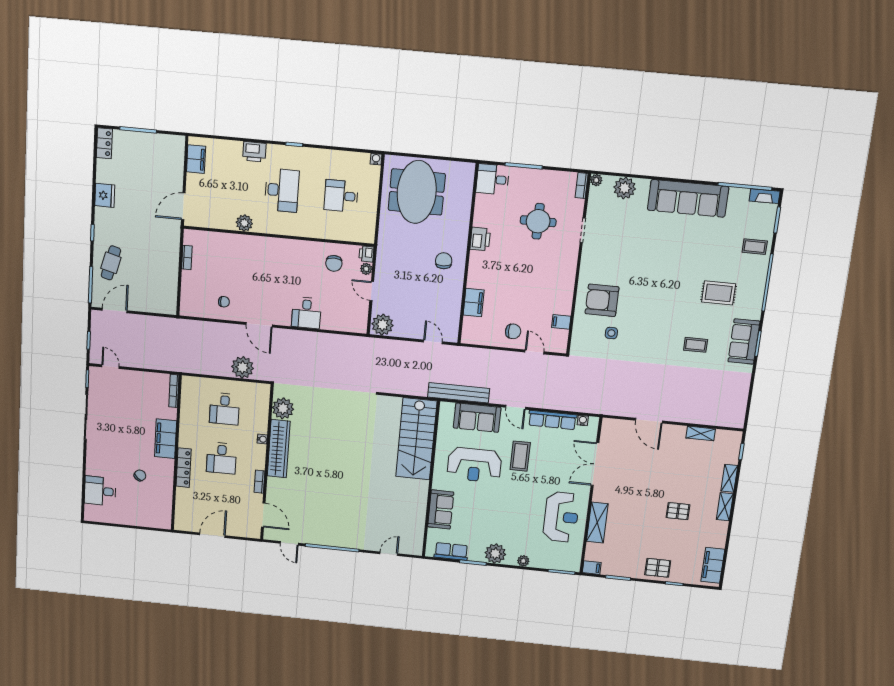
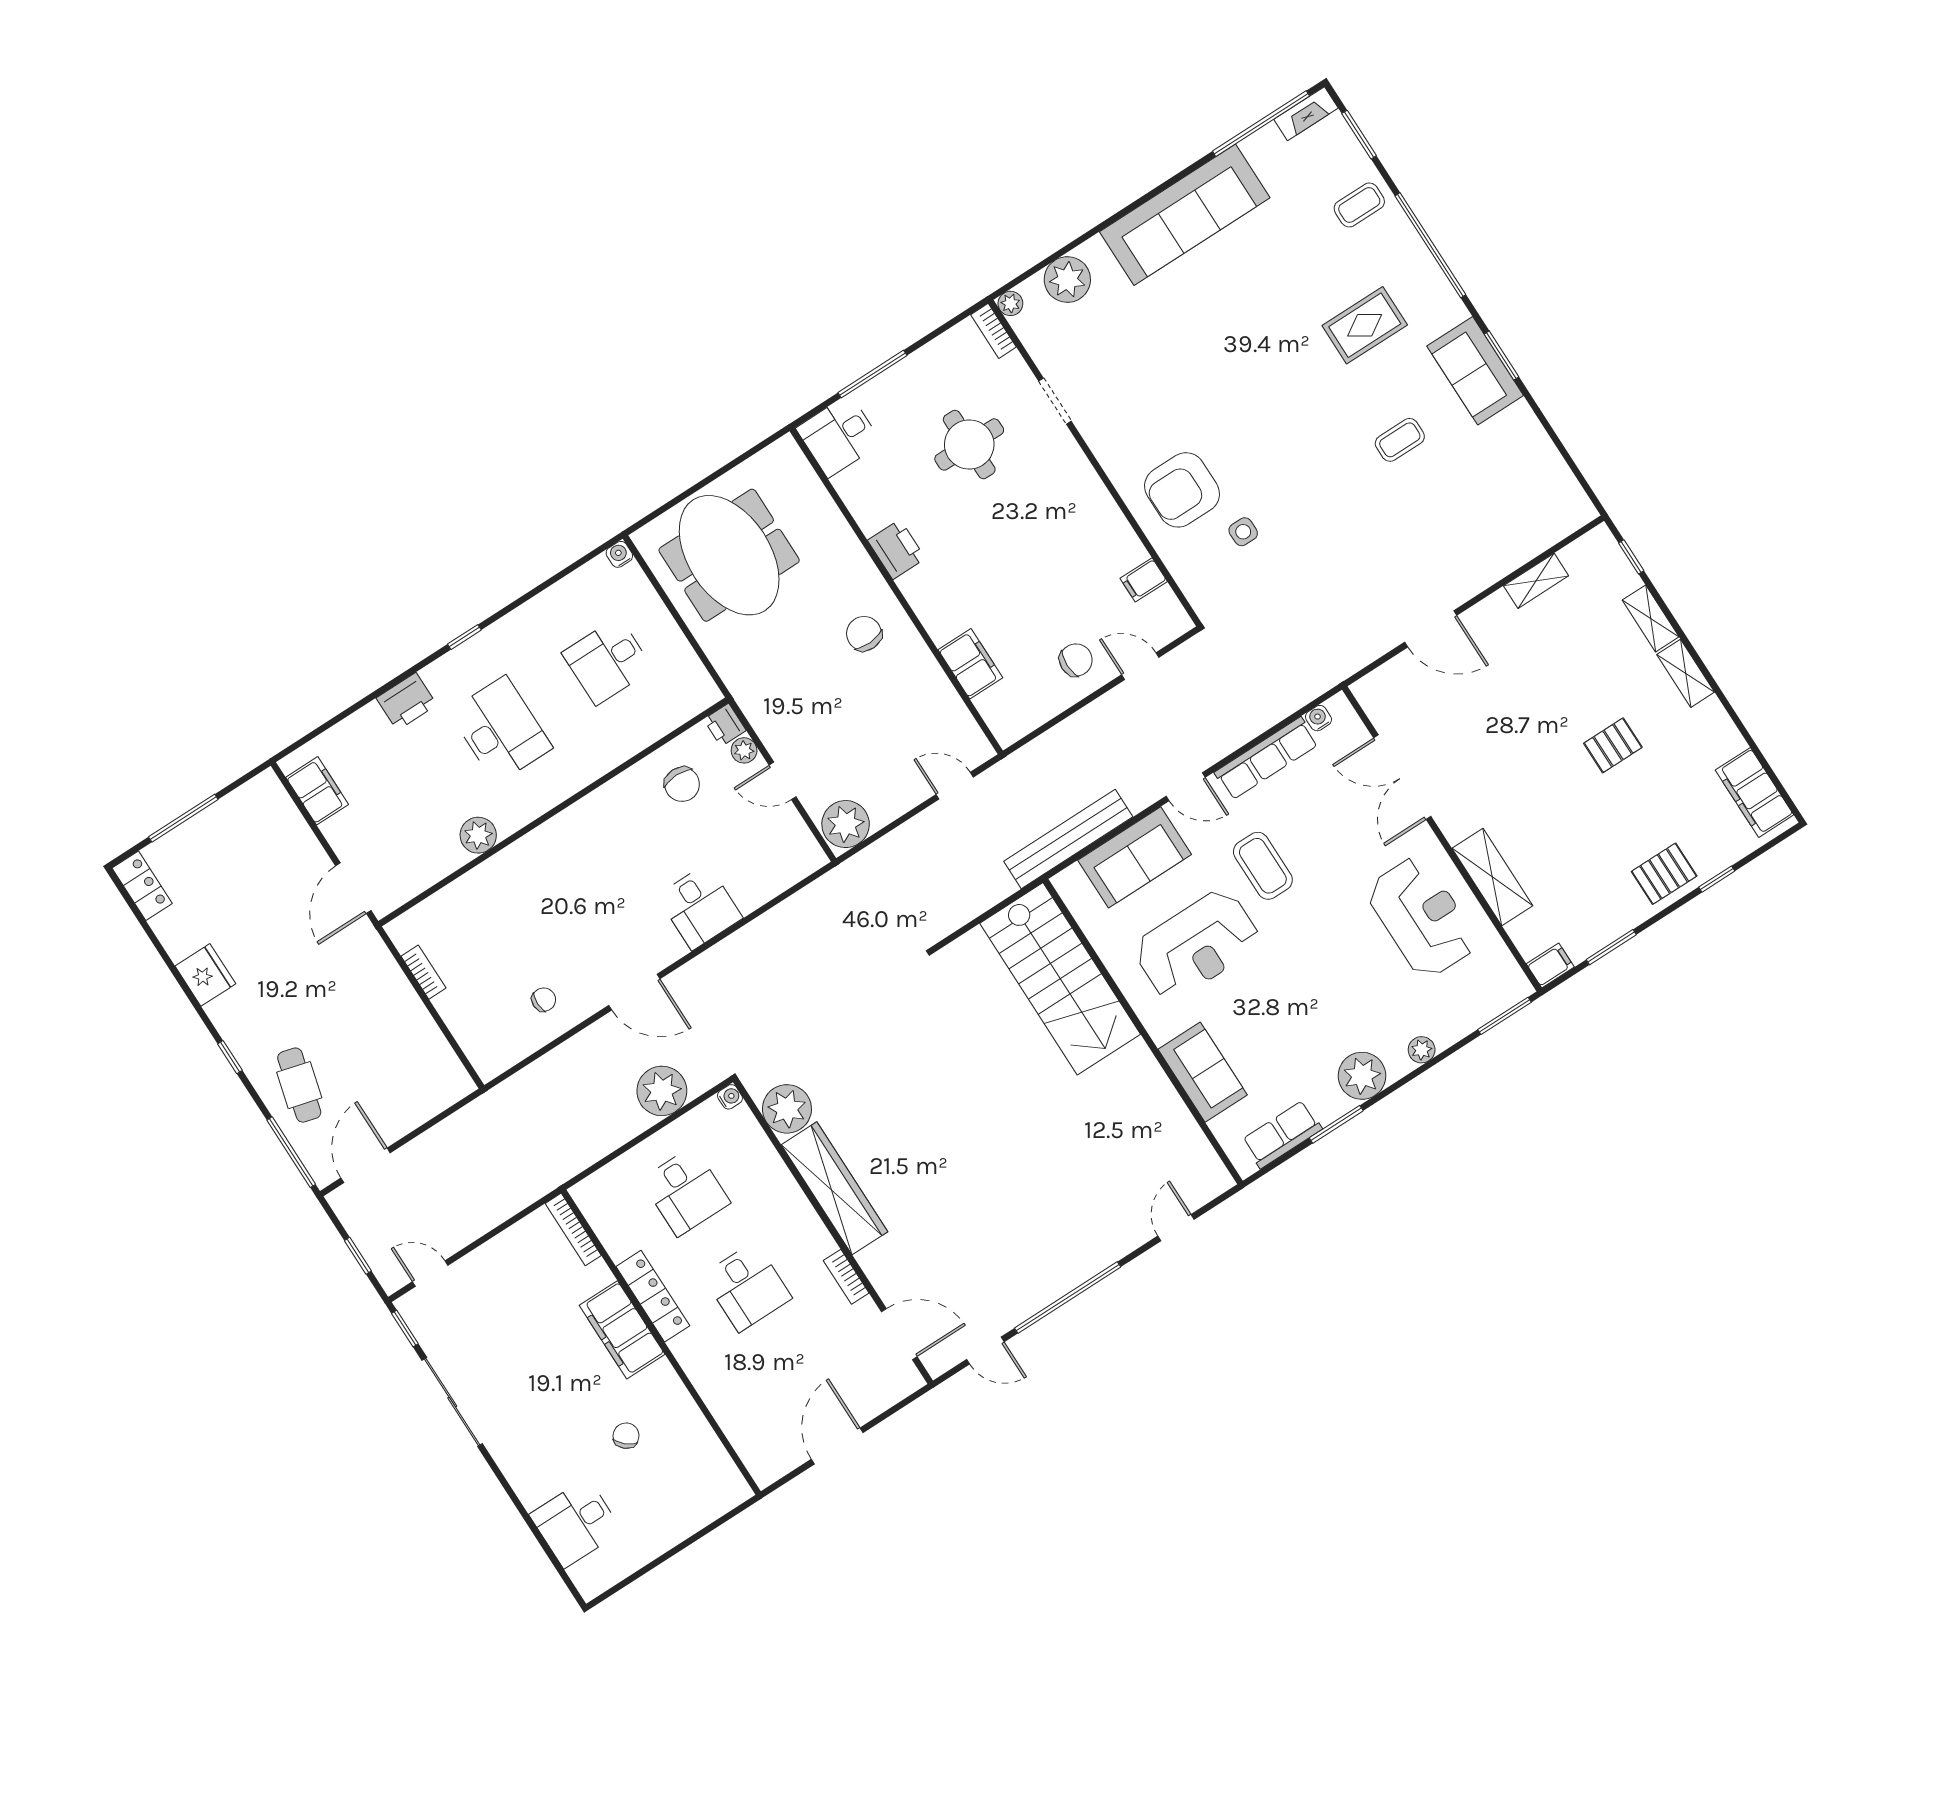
water cooler: (262, 439) -> (730, 1097), moved
locker: (184, 468) -> (653, 1296), moved

